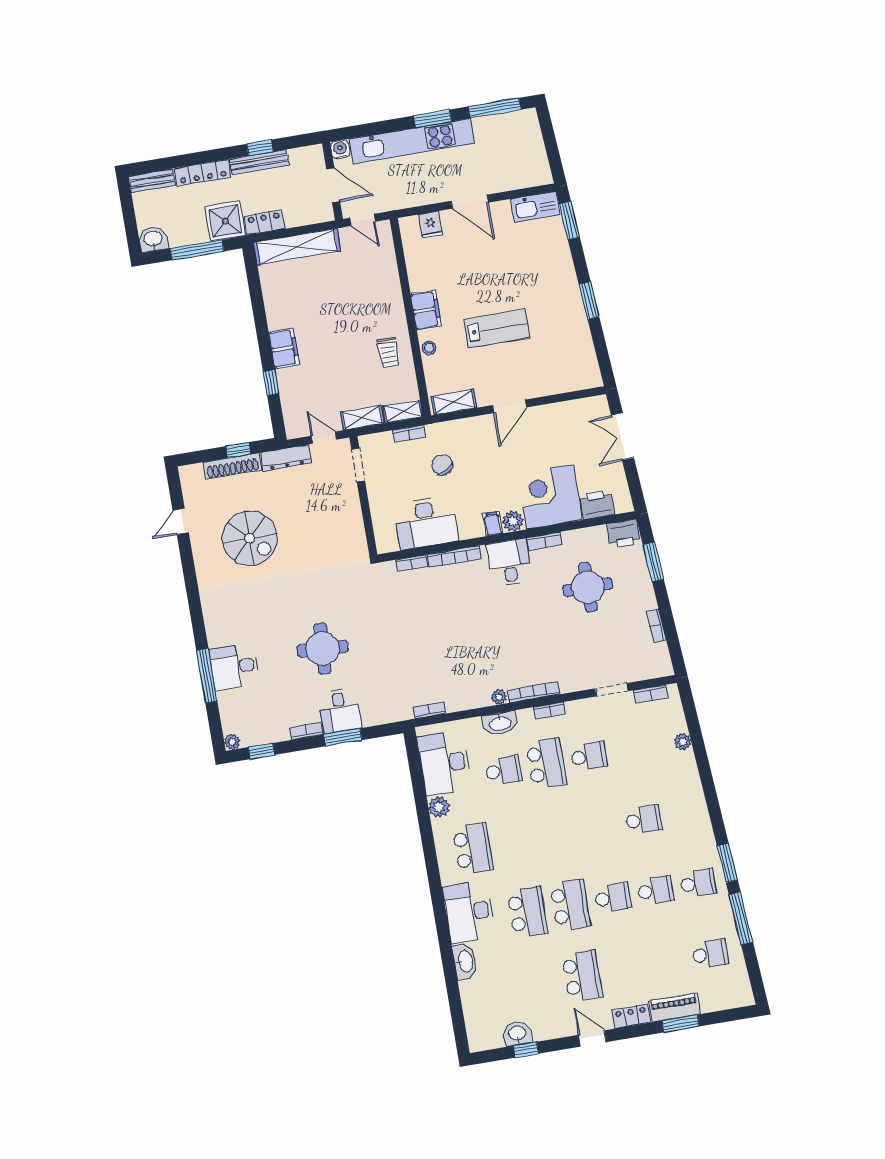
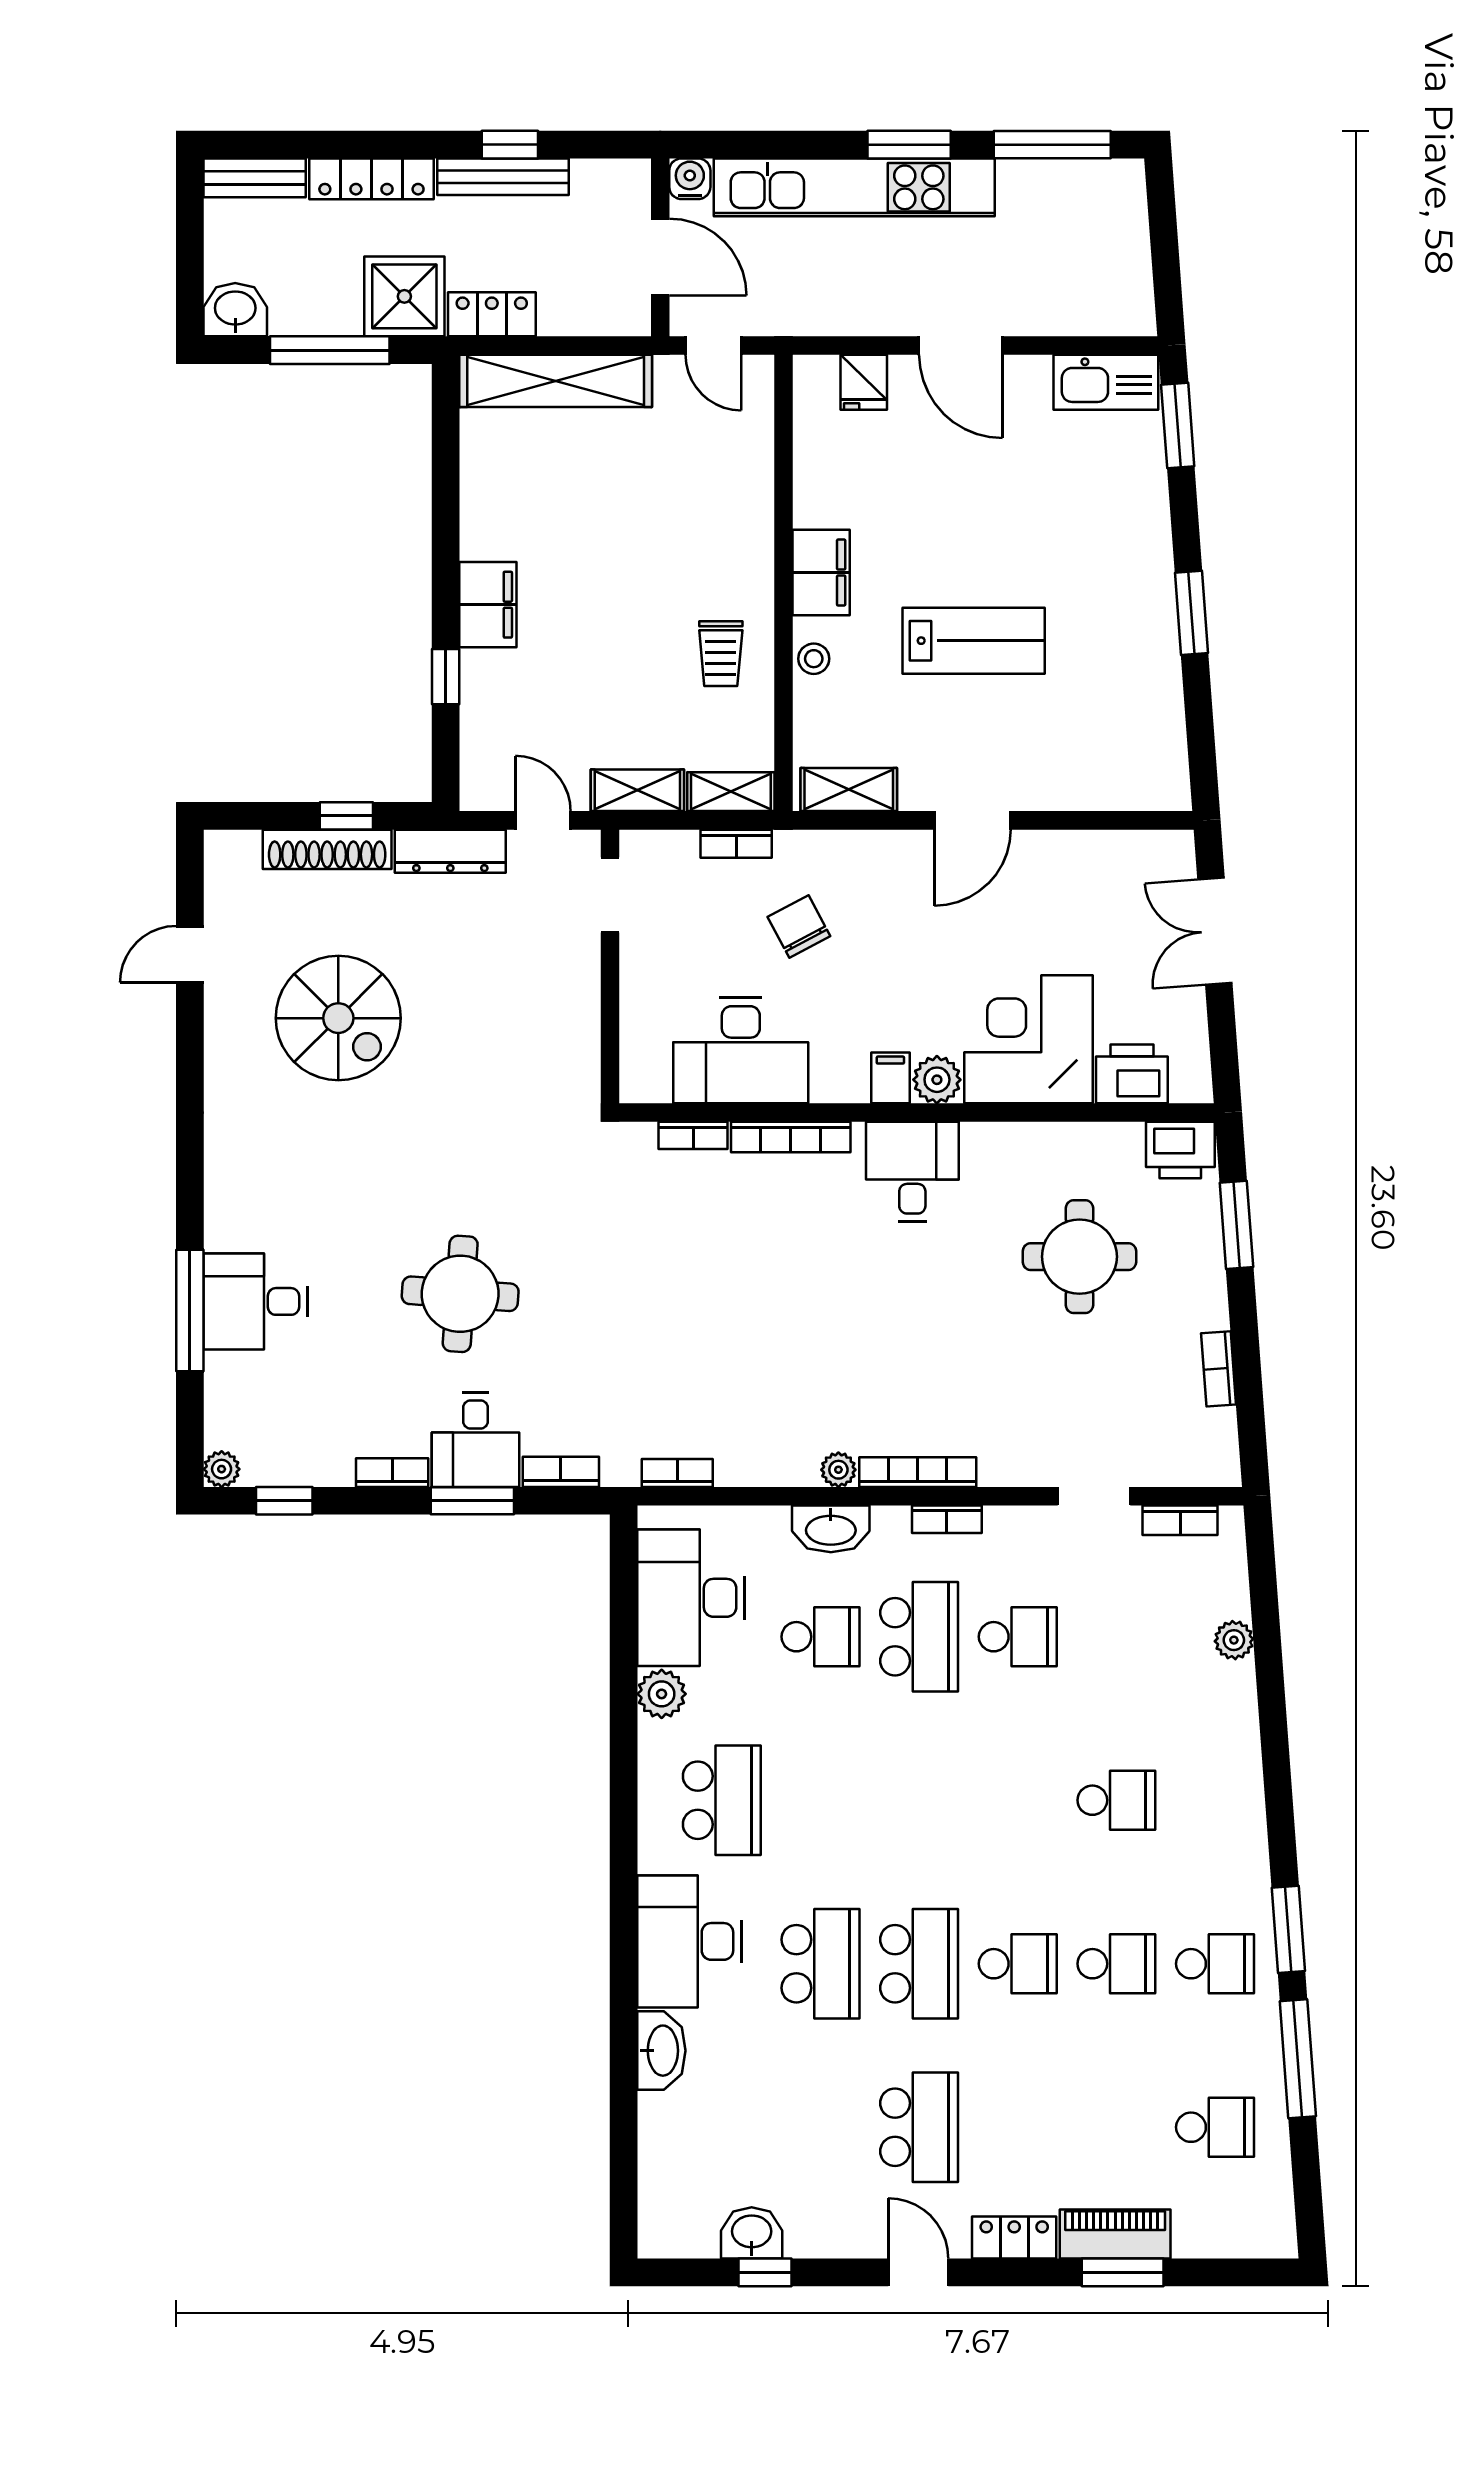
bookcase: (545, 541) -> (561, 1472), moved, turned 180

